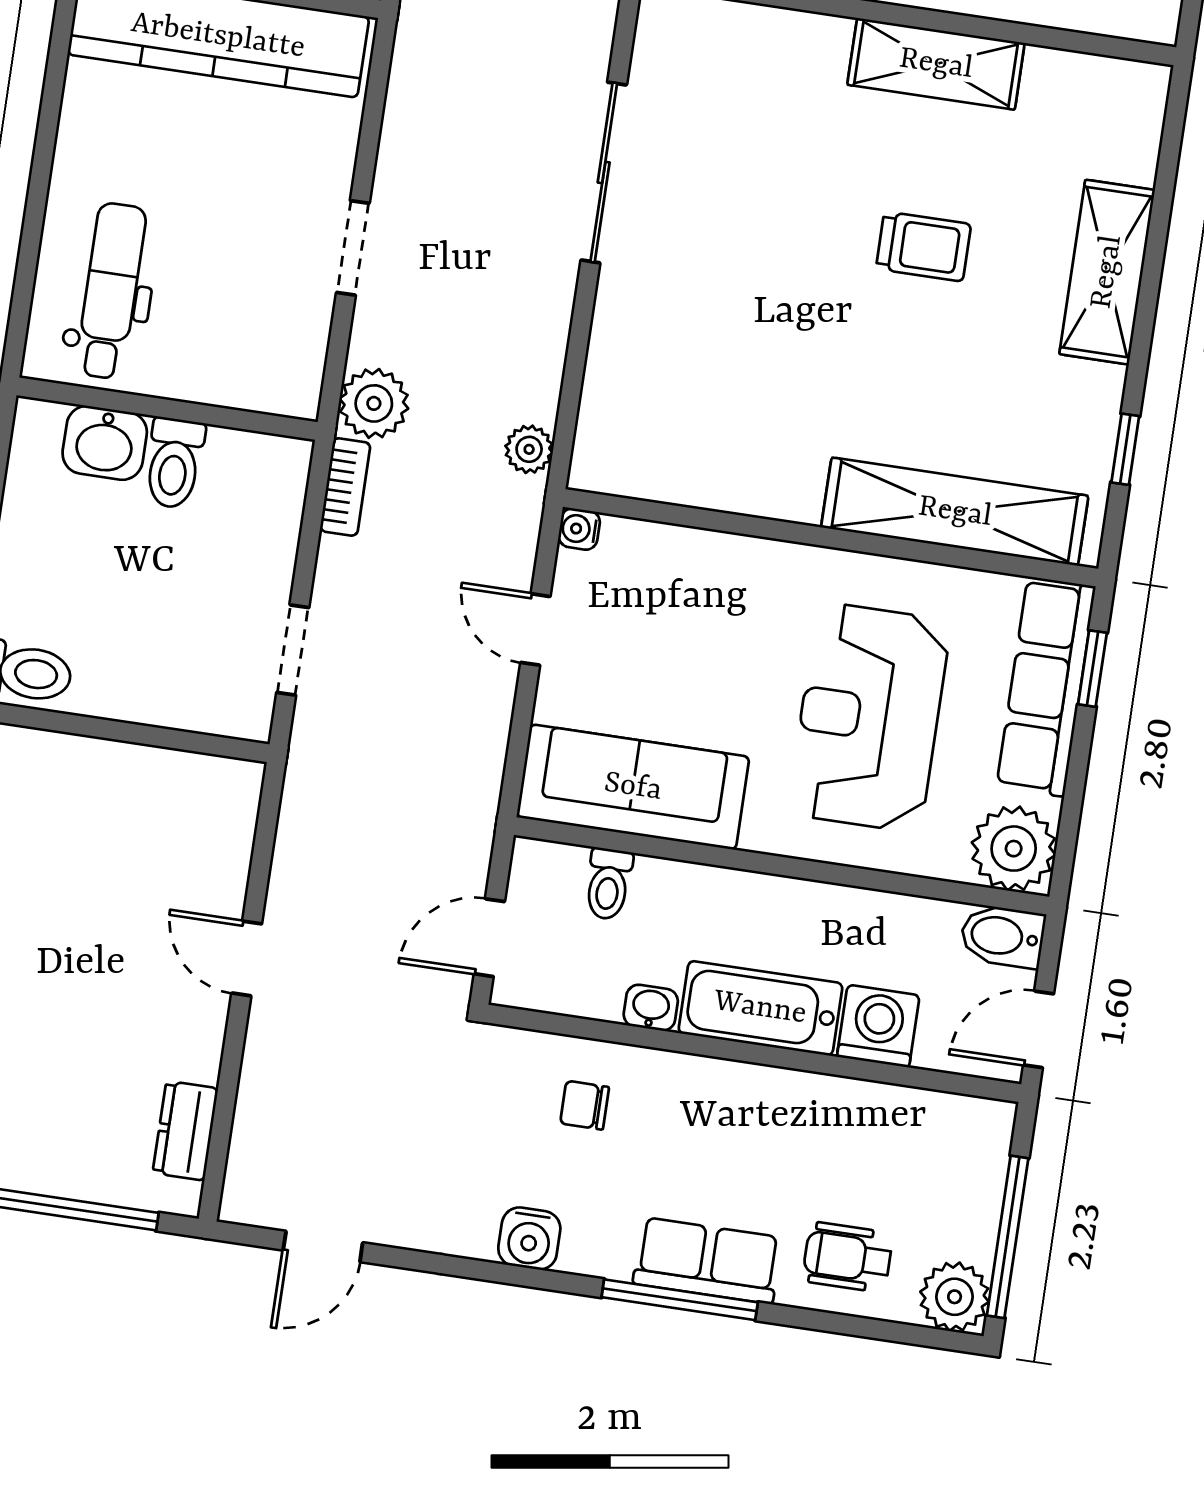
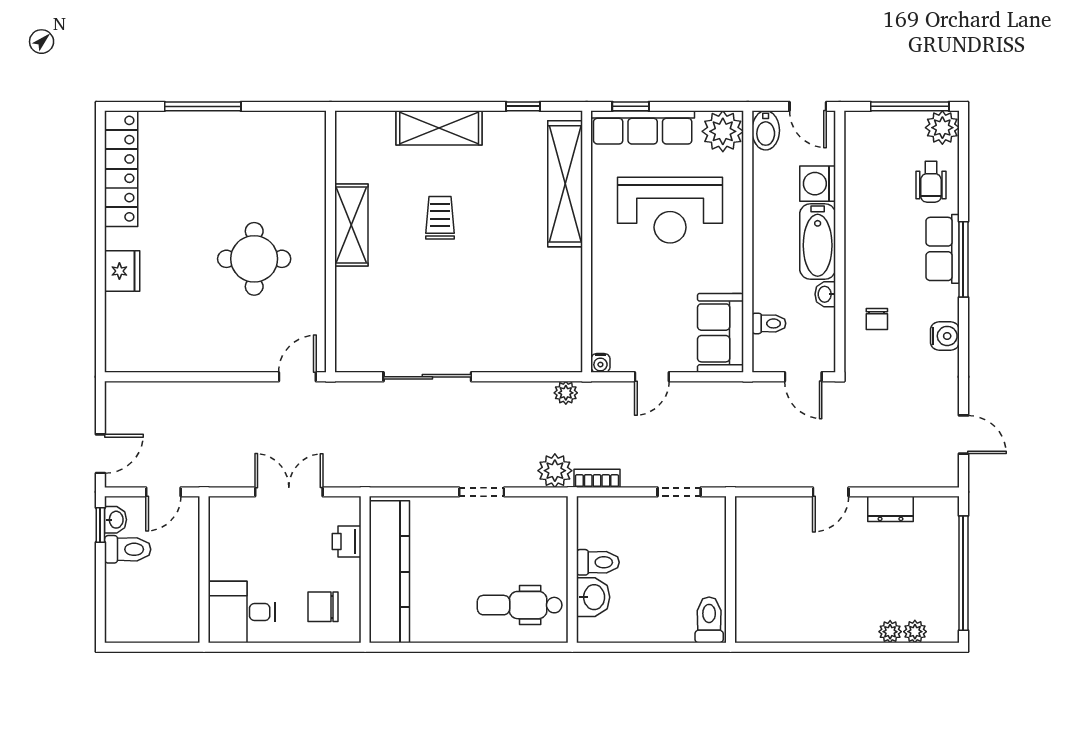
sofa: (633, 787) -> (721, 333), width x0.73
dresser: (185, 1131) -> (890, 509), moved

